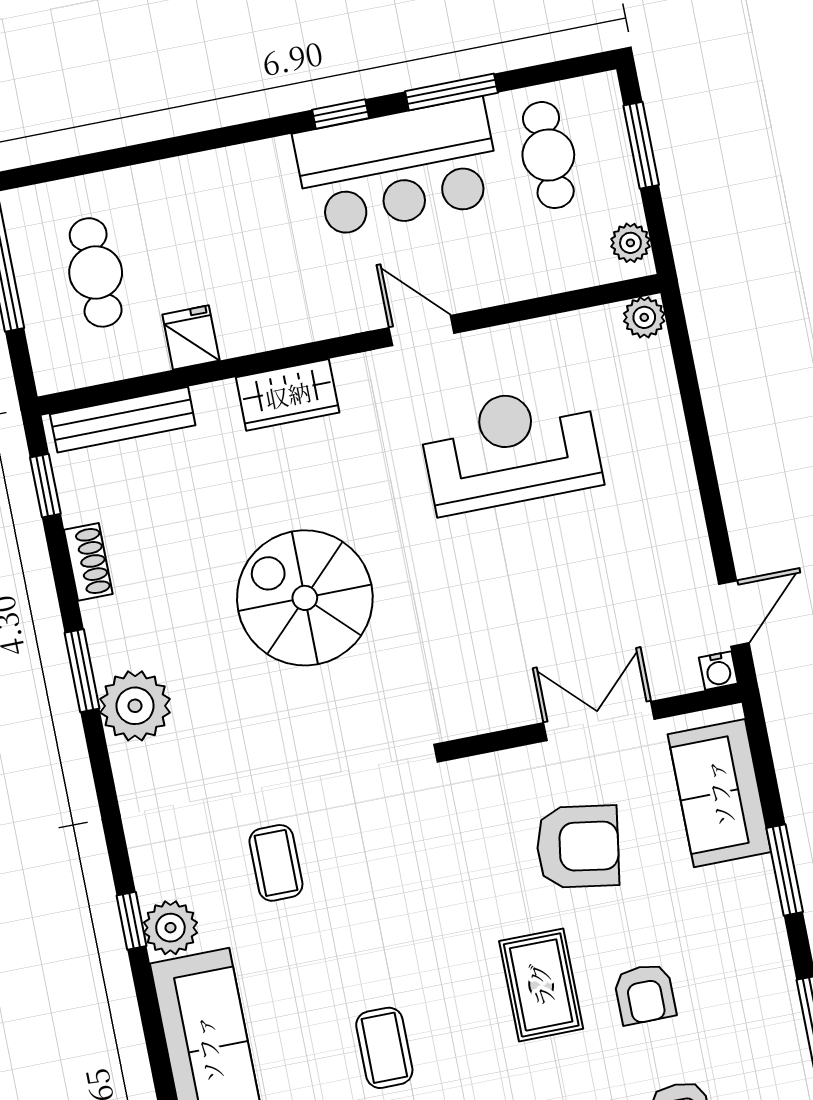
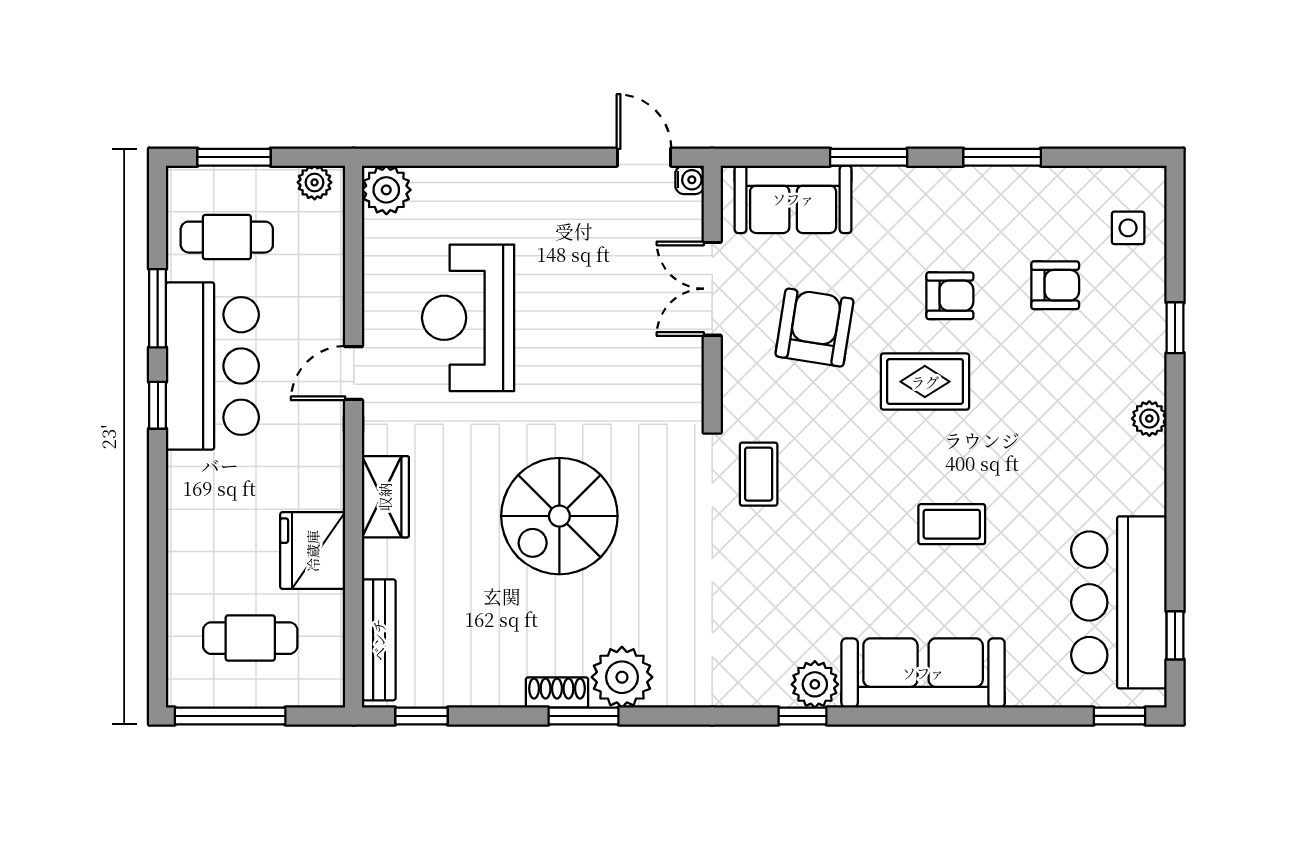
plant: (644, 317) -> (386, 190), width x1.38, depth x1.38
fridge: (191, 337) -> (313, 551), width x1.88, depth x1.34
shoe rack: (88, 562) -> (557, 692), moved
coffee table: (276, 863) -> (759, 474), moved, turned 90

